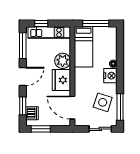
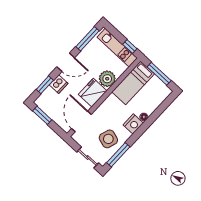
window: (41, 23) -> (130, 47), moved
dishwasher: (32, 113) -> (59, 84), moved

